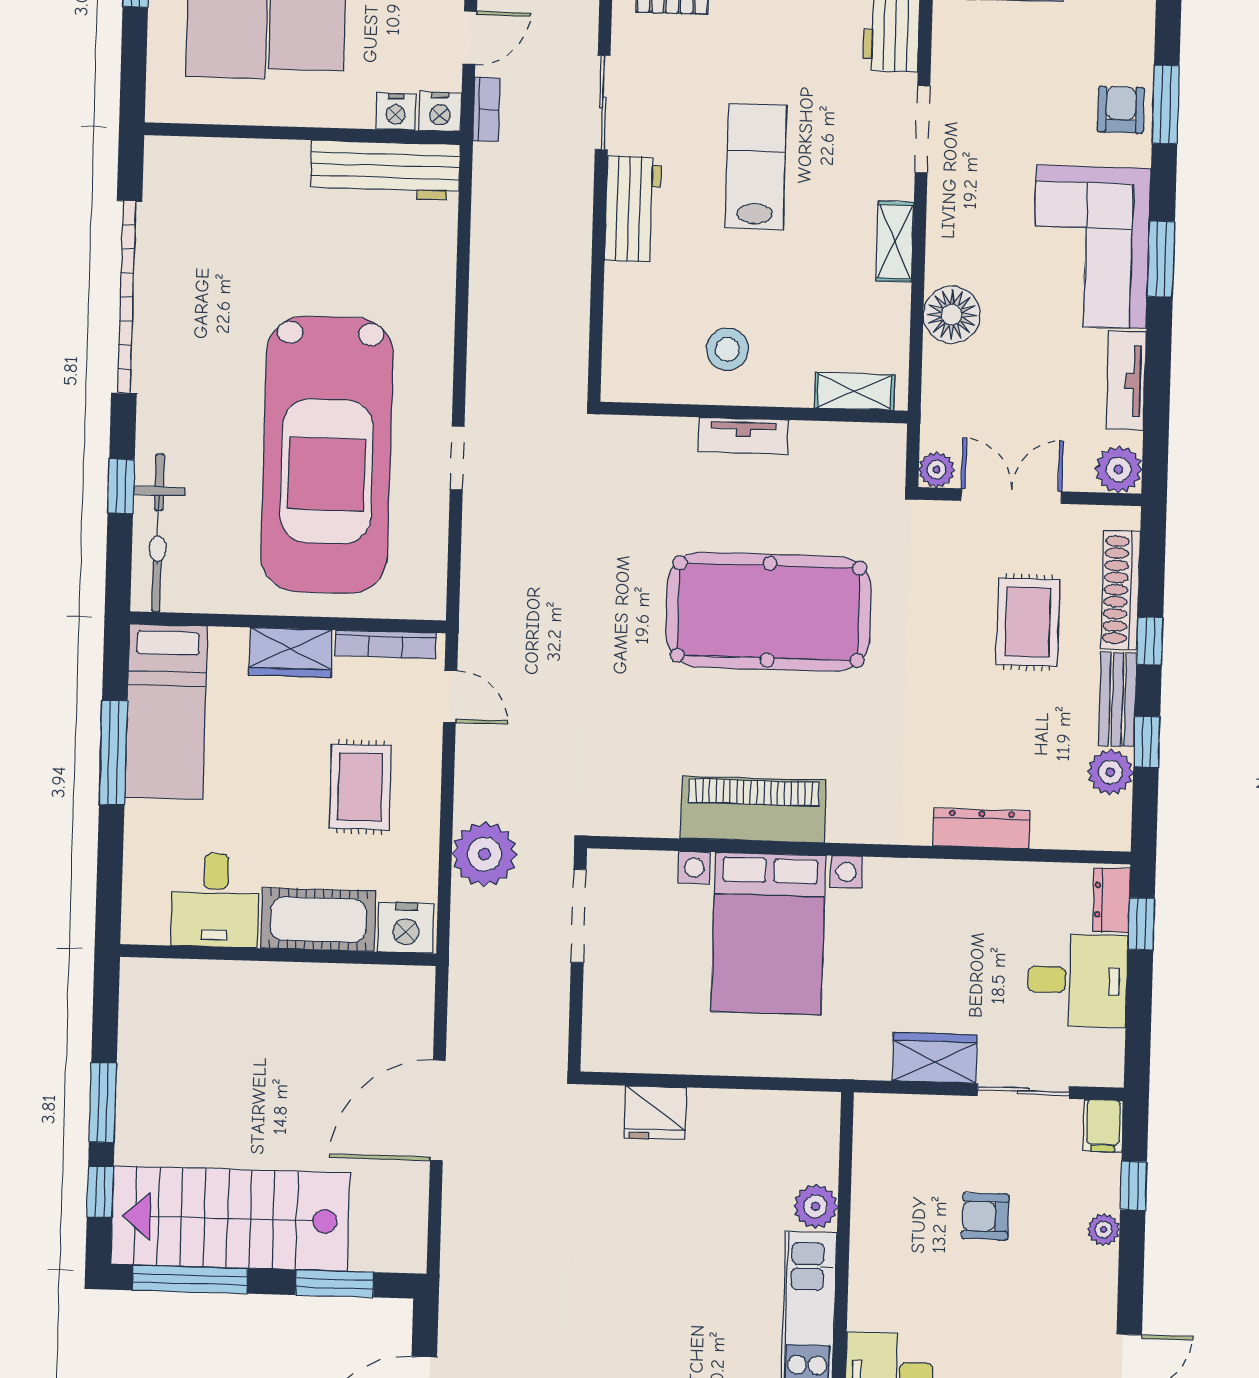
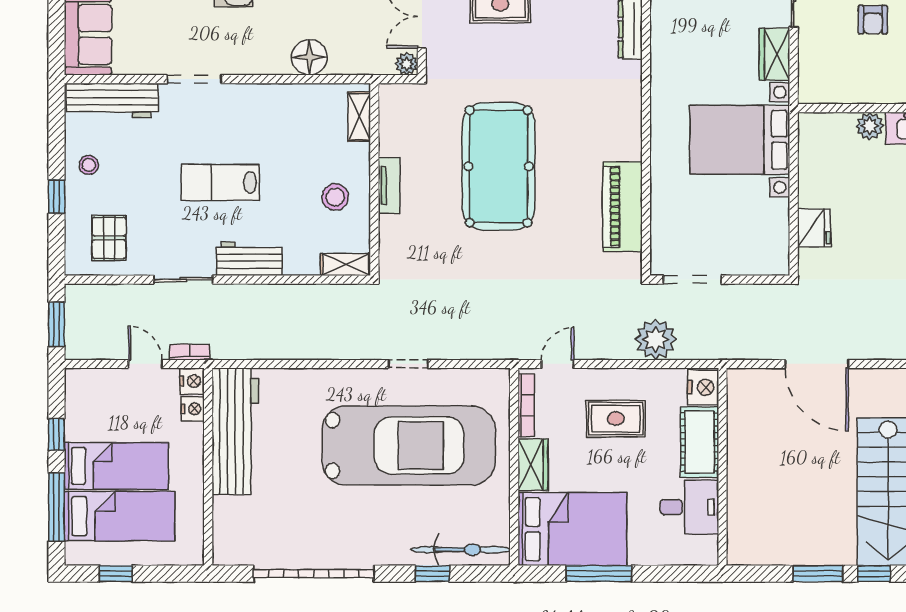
workbench: (385, 170) -> (235, 431), width x1.36, depth x1.32
shelving: (895, 242) -> (346, 264), moved
bed: (166, 712) -> (572, 529), width x1.50
piano: (753, 809) -> (622, 207), moved
bed with nightstands: (768, 933) -> (740, 140), moved, turned 180

